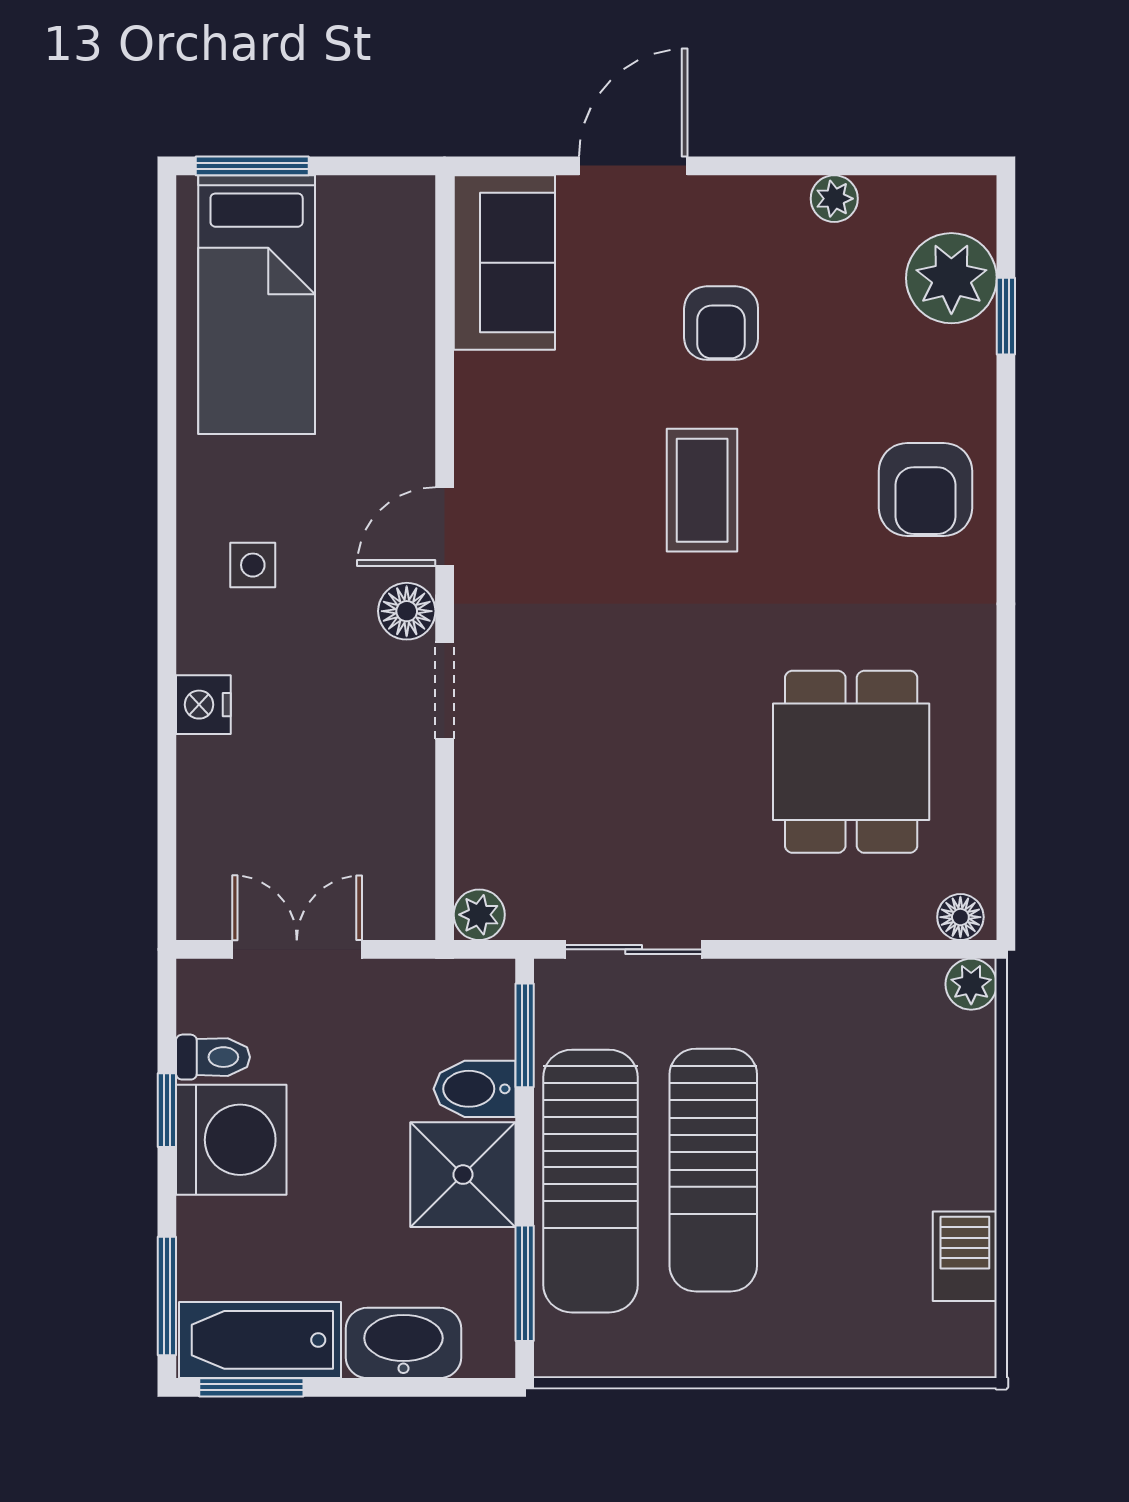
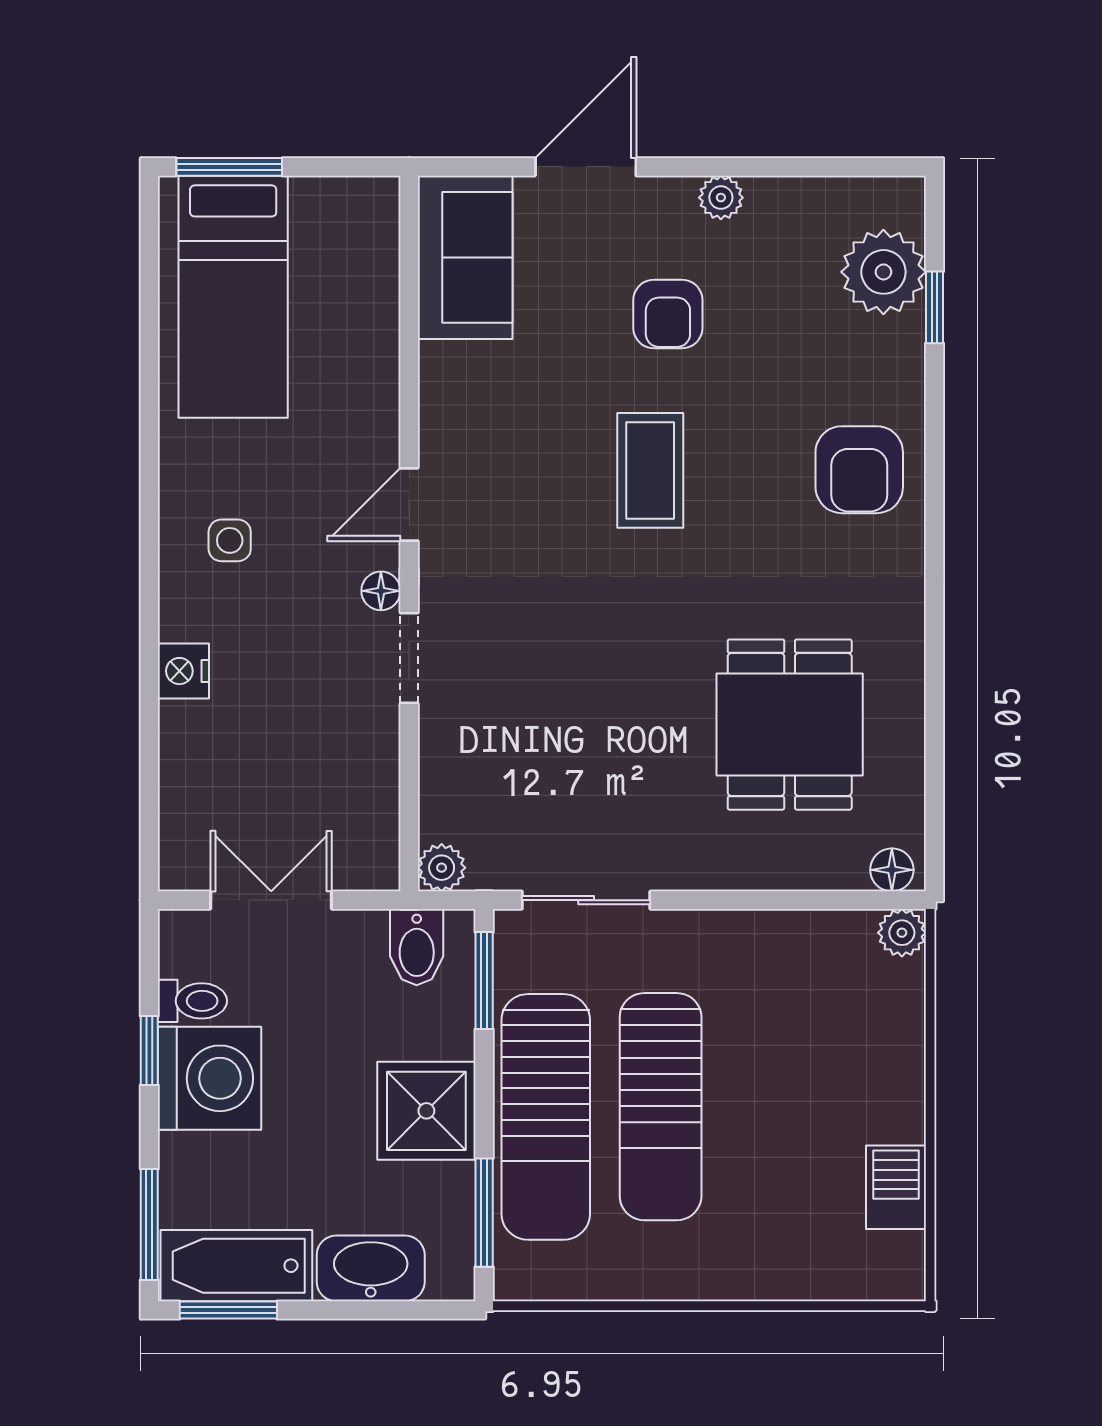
plant: (834, 199) -> (721, 198), moved
floor lamp: (407, 611) -> (381, 591), width x0.73, depth x0.73
bidet: (475, 1089) -> (417, 947), moved, turned -90

